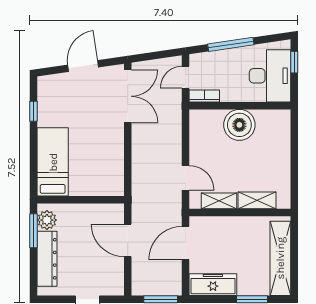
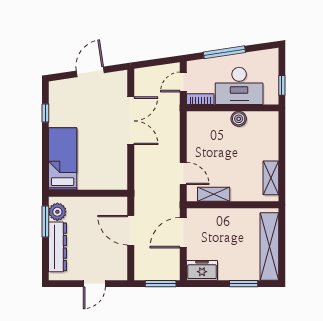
window: (294, 62) -> (282, 85), moved
desk: (270, 76) -> (239, 86), moved, turned 90
double door: (128, 96) -> (131, 121), moved
boiler: (239, 125) -> (239, 119), width x0.54, depth x0.54
shelving: (257, 200) -> (271, 178), moved, turned 90
freezer: (213, 285) -> (202, 270), width x0.71

